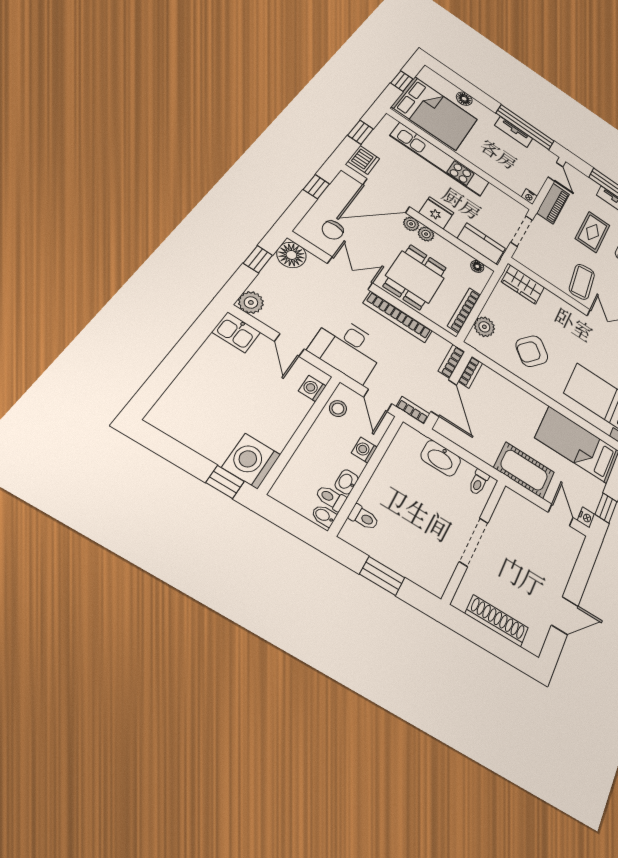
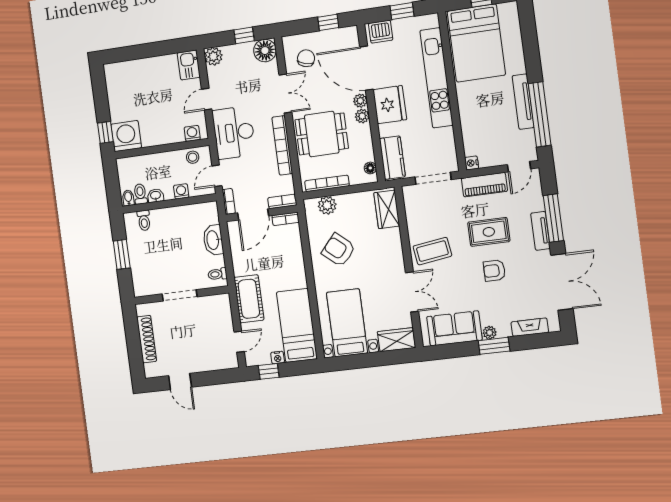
floor lamp: (464, 99) -> (516, 52), removed
tv unit: (514, 132) -> (523, 102), width x1.41
fridge: (436, 213) -> (390, 105), width x1.36, depth x1.34
chair: (333, 230) -> (306, 58), turned 106
nightstand: (586, 517) -> (278, 358), moved

